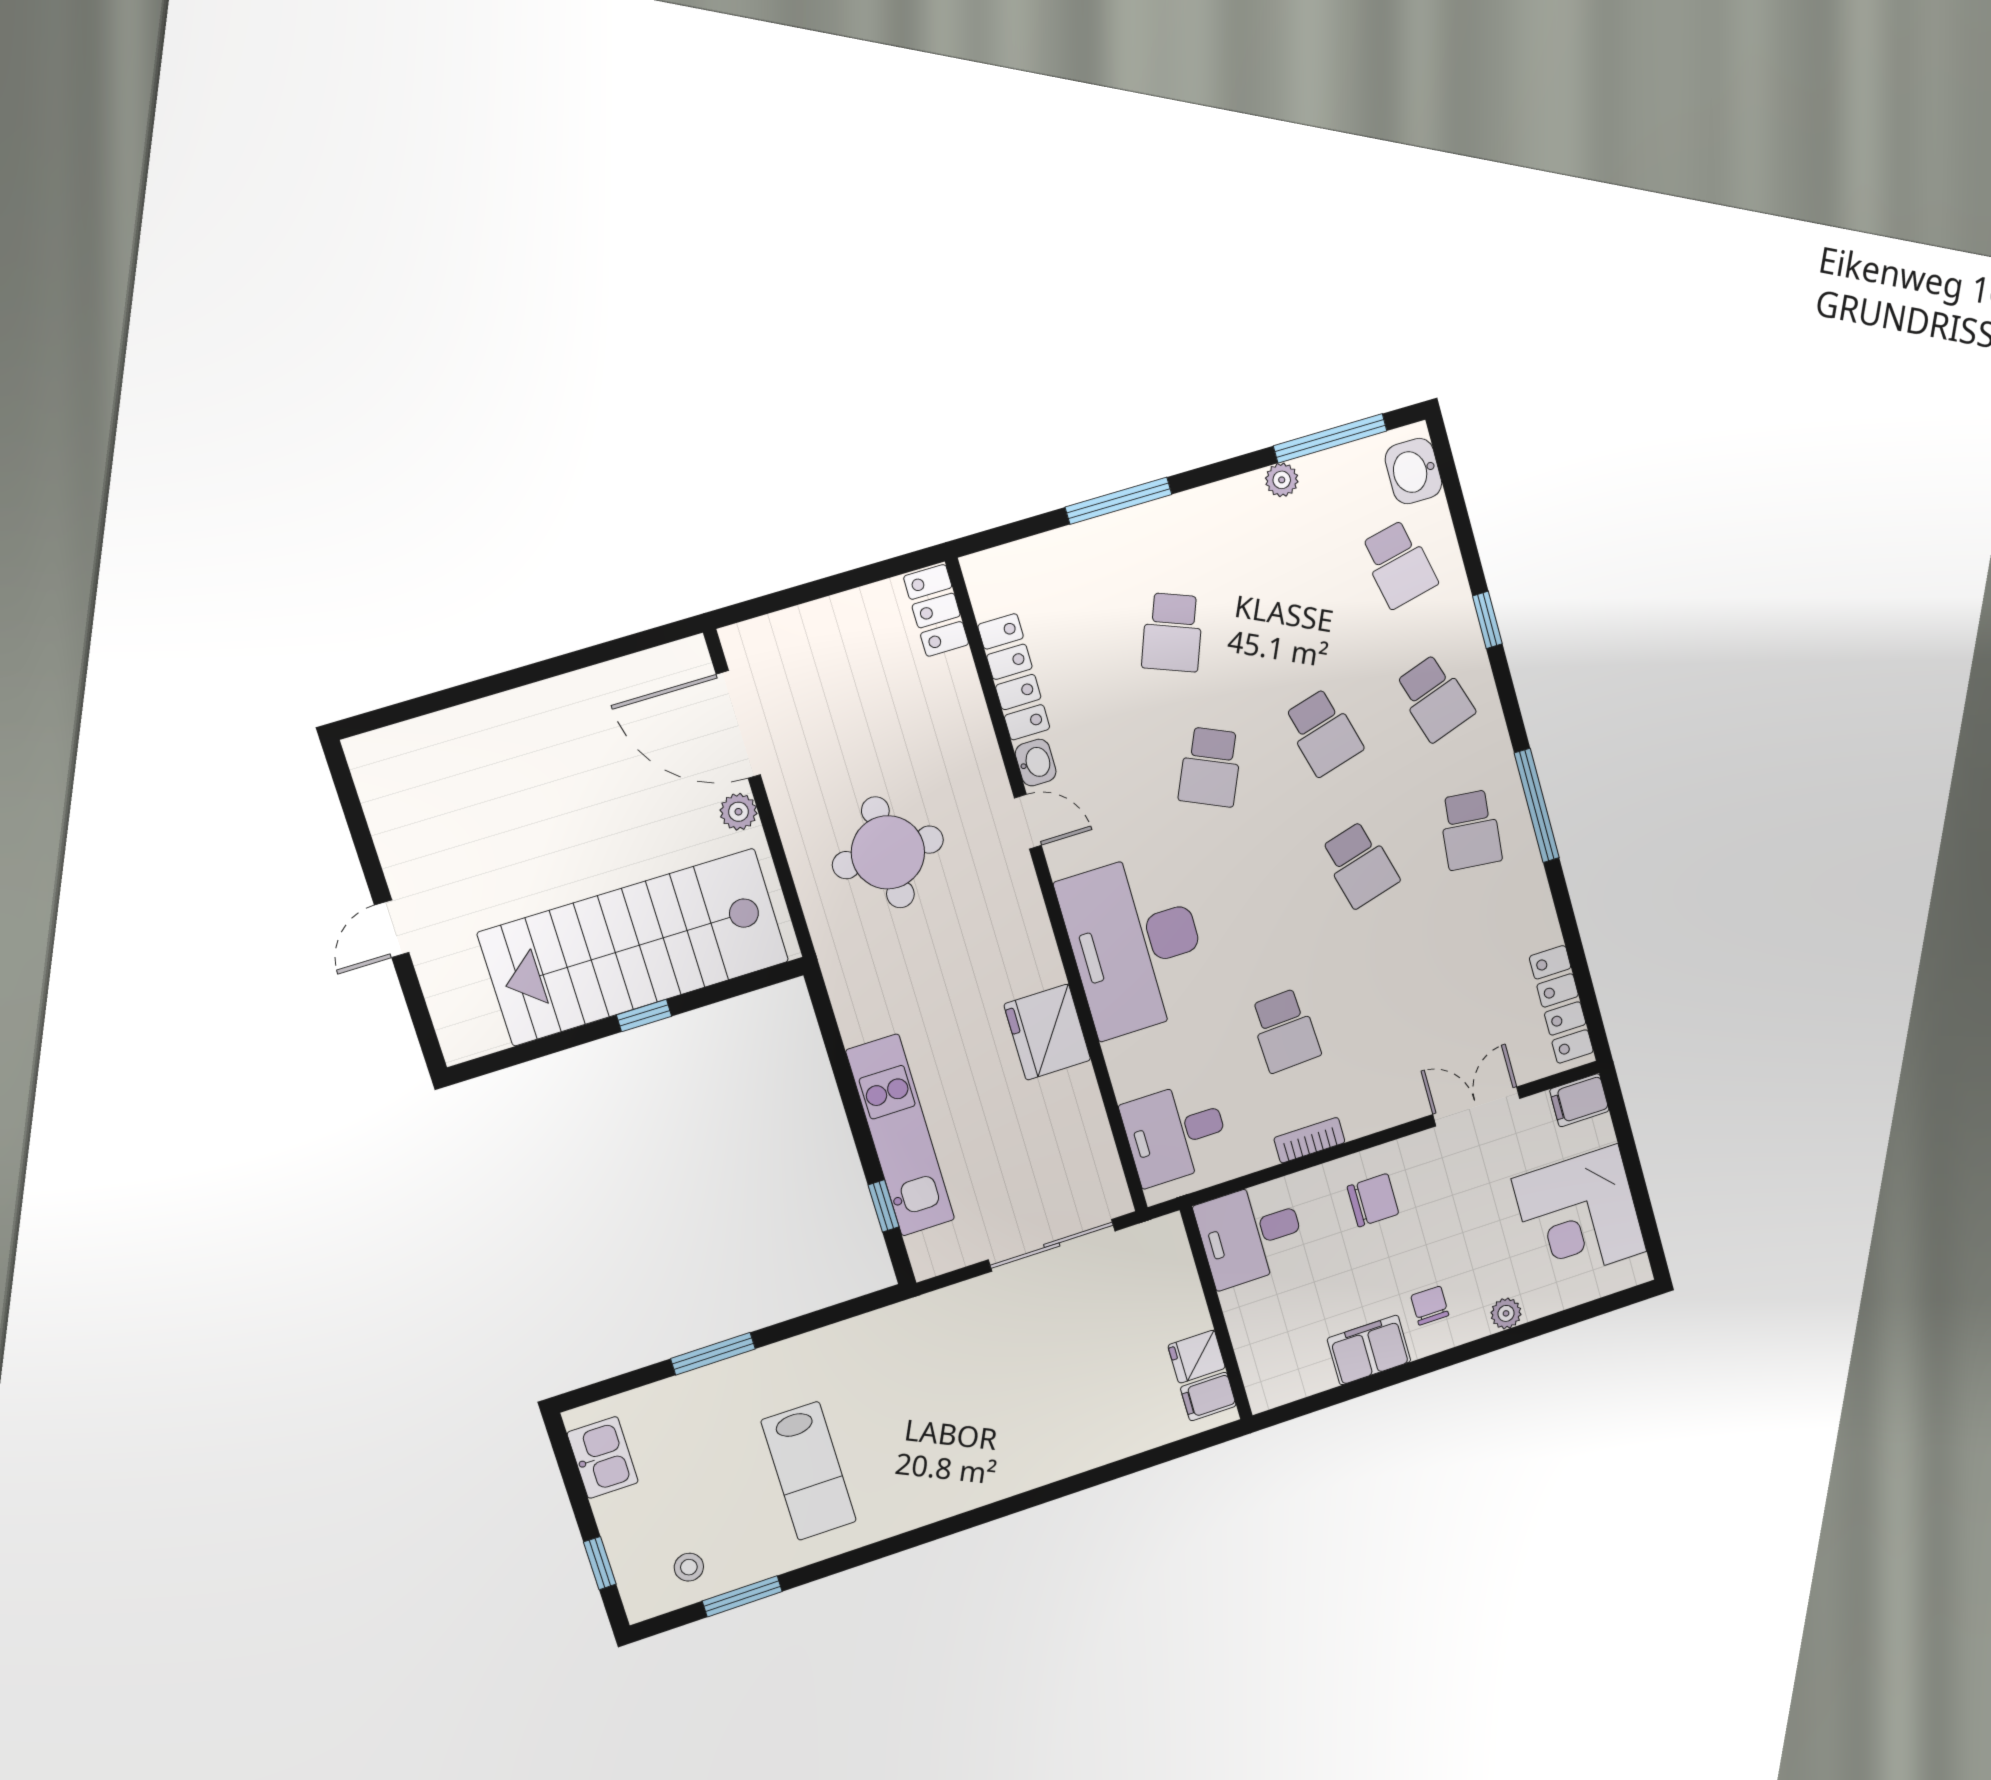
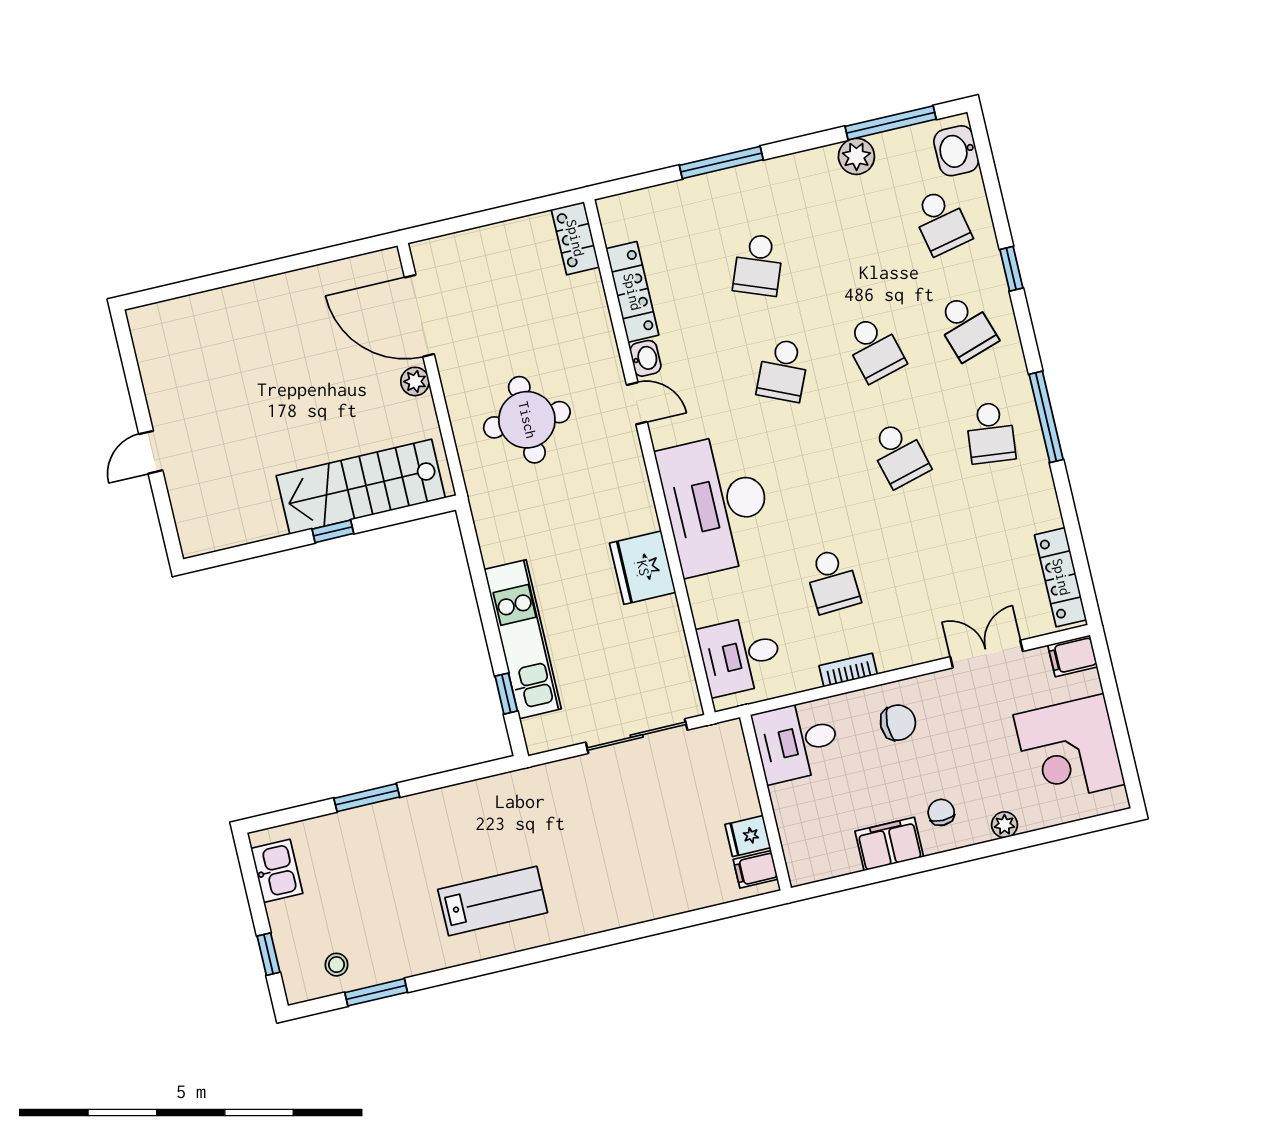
plant: (1282, 480) -> (856, 156), width x1.38, depth x1.38
stairs: (634, 947) -> (361, 487), width x0.73, depth x0.66
lab bench: (809, 1471) -> (493, 901), moved, turned -90

